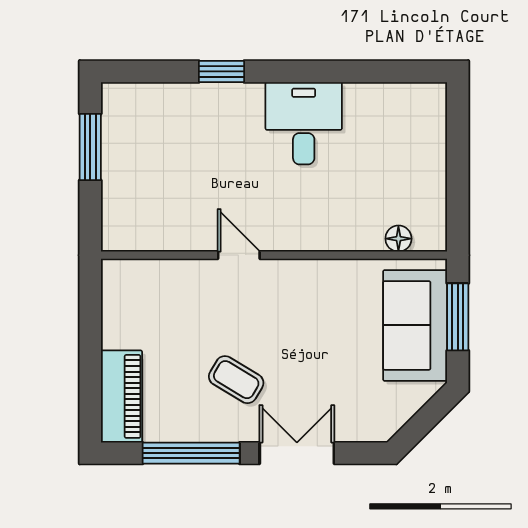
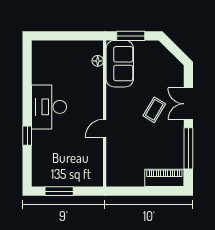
desk: (304, 123) -> (49, 107), width x1.37
sofa: (415, 325) -> (120, 64), moved, turned -90
coffee table: (236, 380) -> (154, 110), moved

